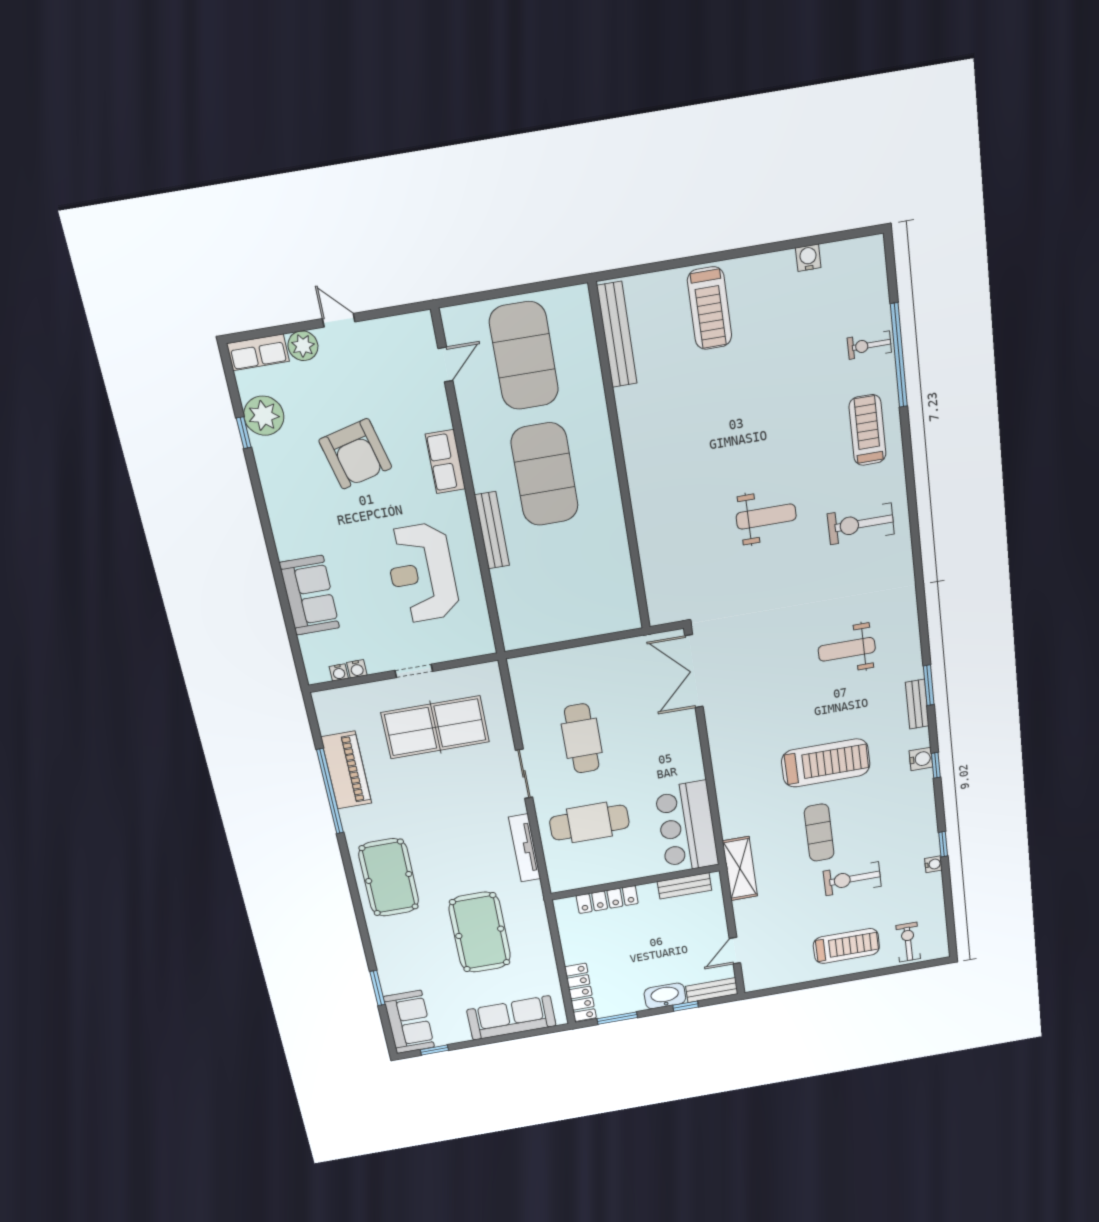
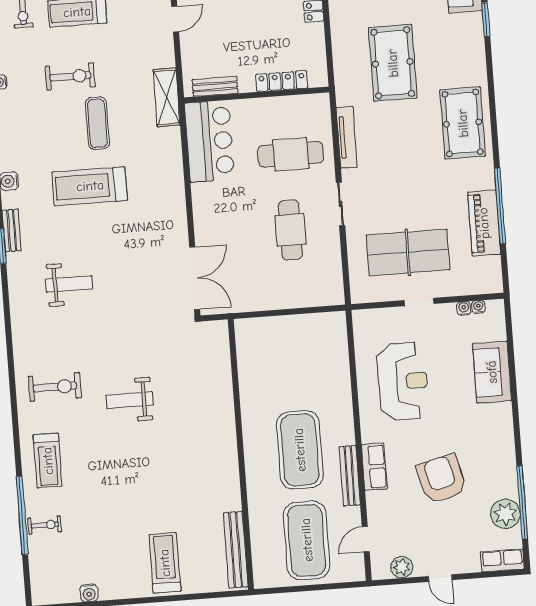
plant: (303, 346) -> (402, 567), moved
window: (244, 433) -> (522, 503), width x3.17
bench: (492, 530) -> (350, 476), moved

